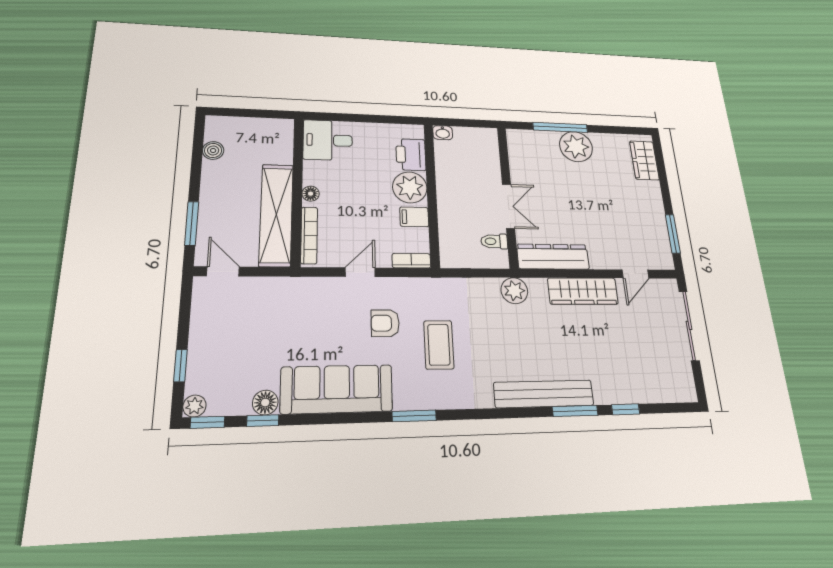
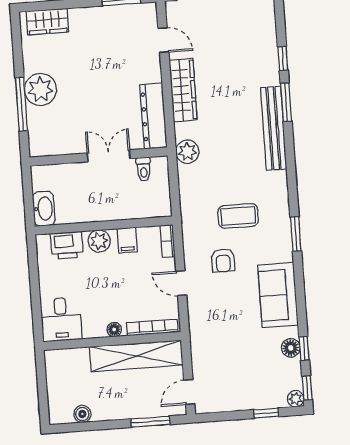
washbasin: (443, 133) -> (44, 209), width x1.91, depth x1.45
plant: (410, 187) -> (99, 241), width x0.73, depth x0.73
sofa: (337, 389) -> (278, 295), width x0.73

